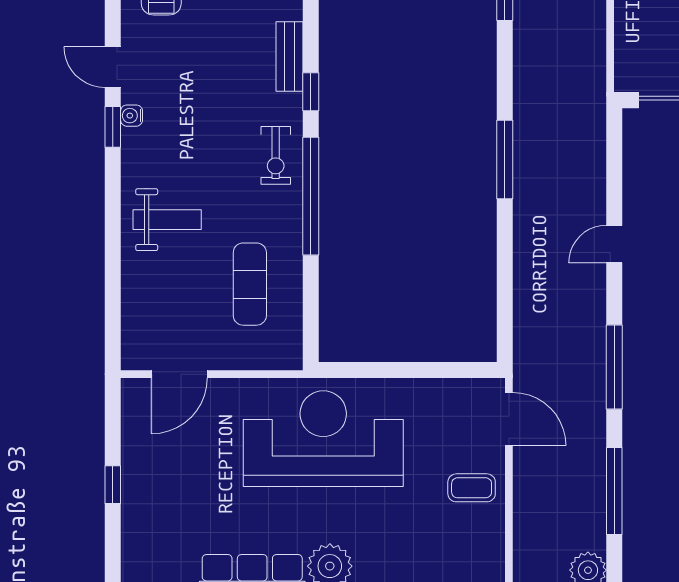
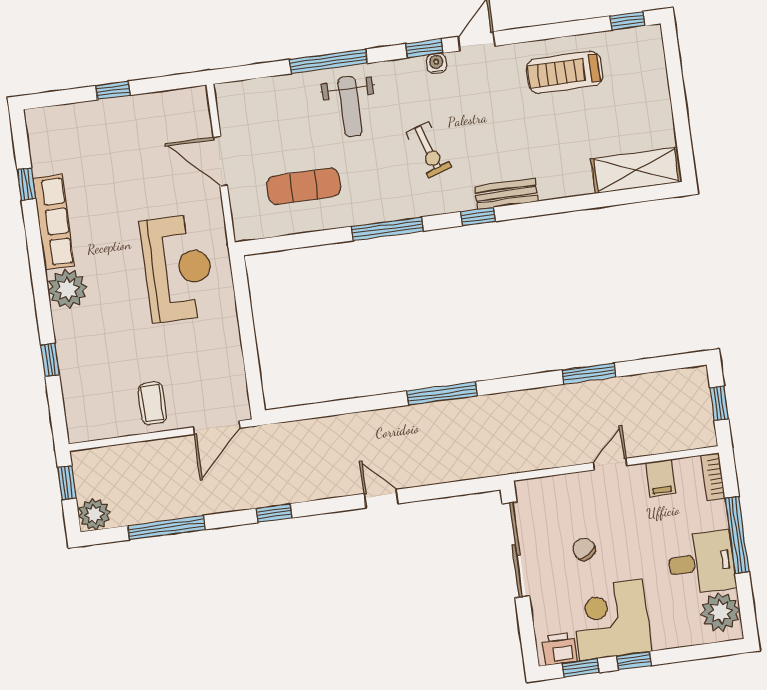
exercise bike: (276, 155) -> (429, 150), moved, turned -109
window: (311, 196) -> (387, 229), width x0.68
window: (113, 237) -> (329, 61), added
window: (614, 367) -> (274, 513), width x0.46
door: (179, 374) -> (220, 161), moved
reception desk: (323, 439) -> (178, 268), width x0.74, depth x0.77

